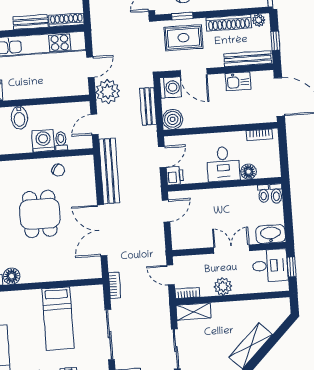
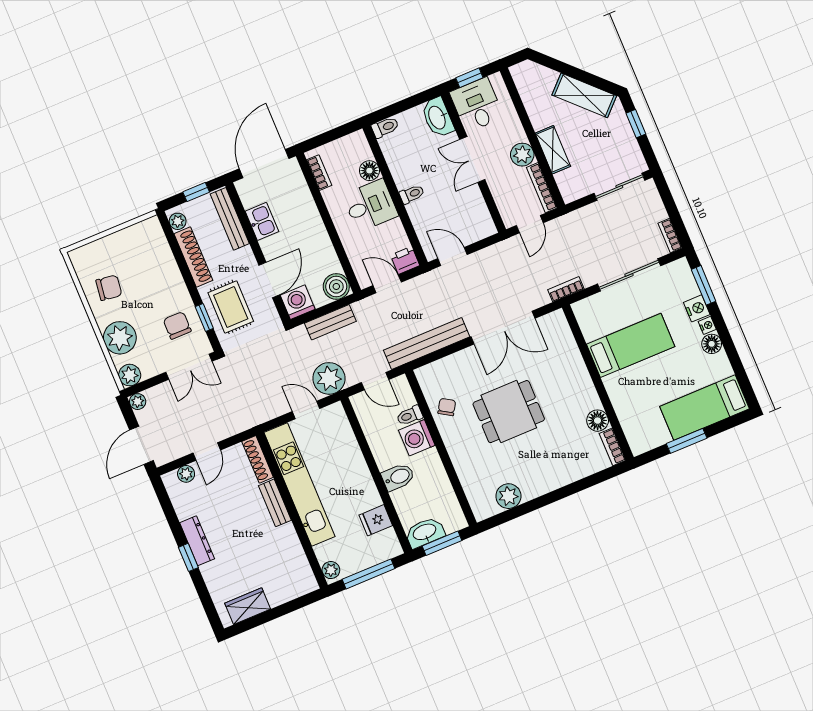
toilet: (263, 194) -> (412, 194), moved
bookcase: (187, 293) -> (542, 188), width x1.56
shelving: (193, 312) -> (553, 150), moved

